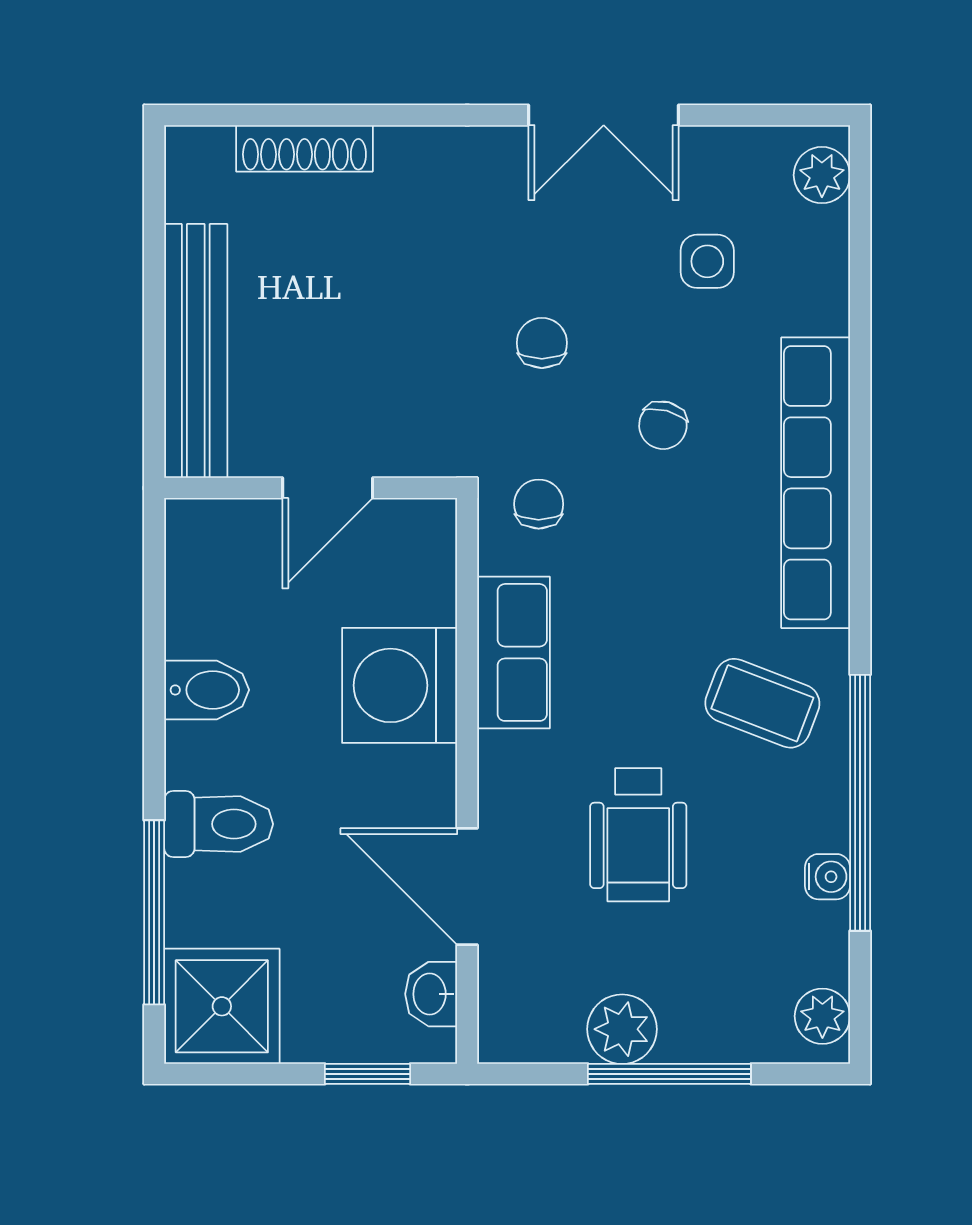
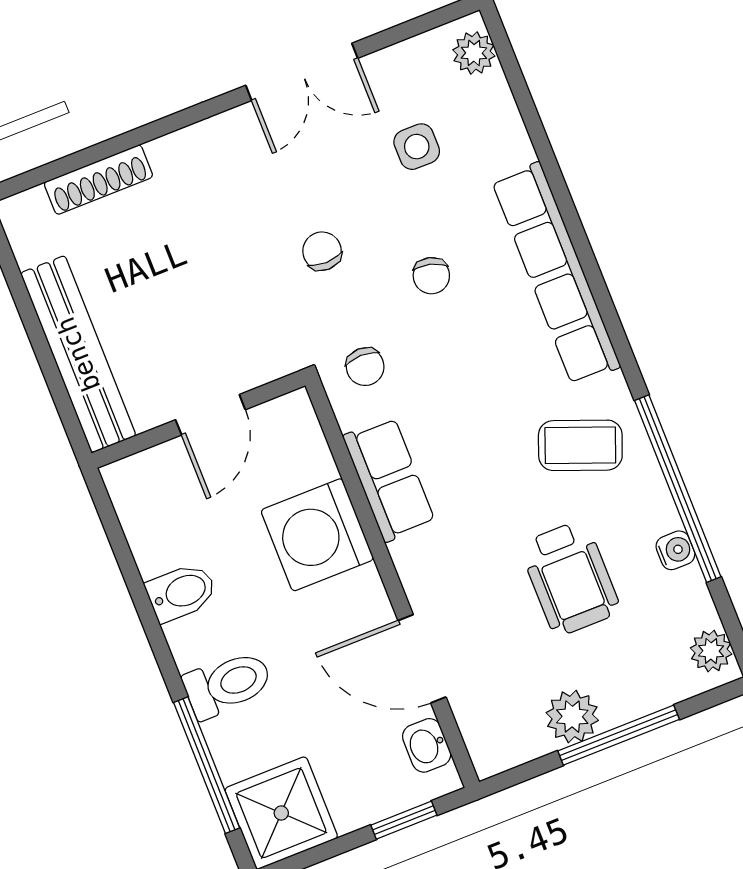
chair: (539, 504) -> (365, 367), turned 180
wheelchair: (638, 835) -> (570, 578), moved

